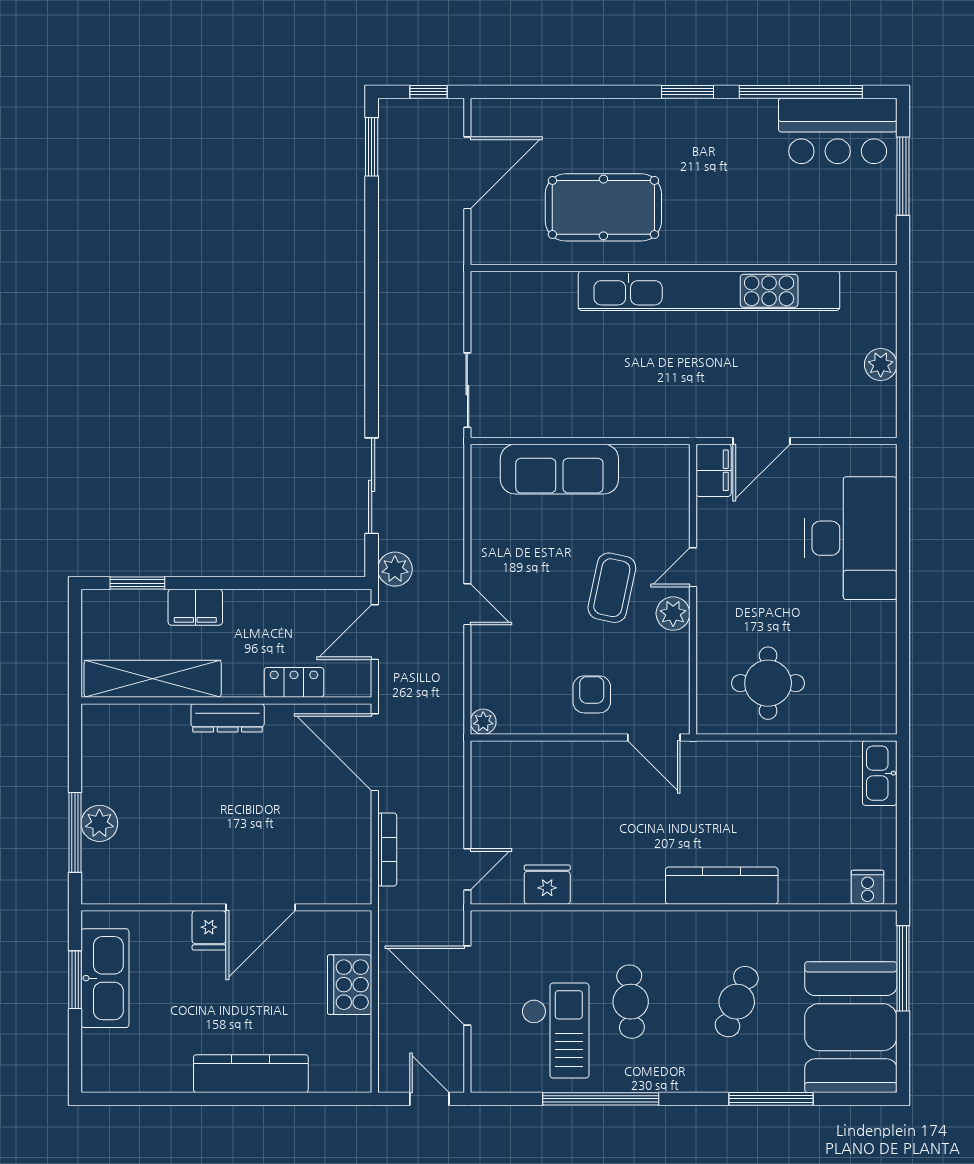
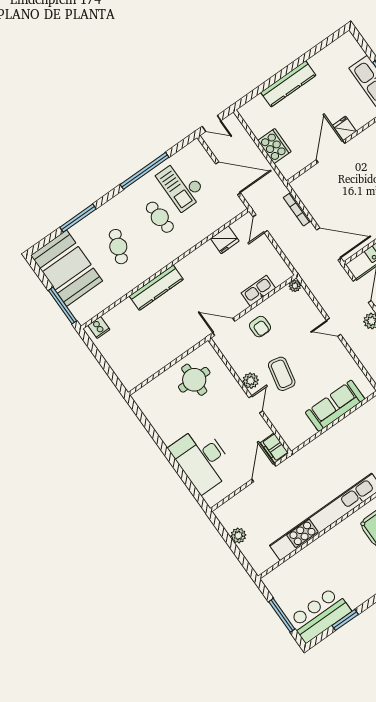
window: (801, 92) -> (345, 620), width x0.47
kitchen sink: (880, 773) -> (258, 291), moved, turned -90

